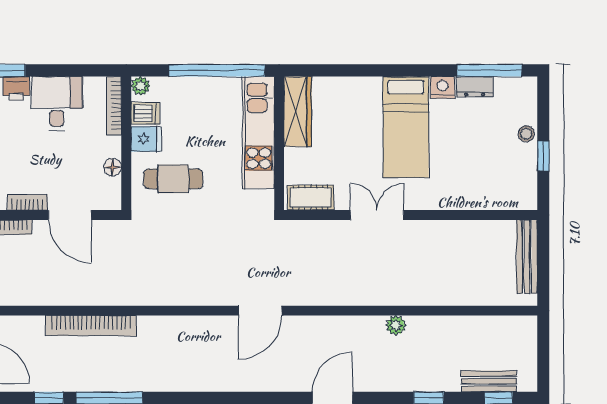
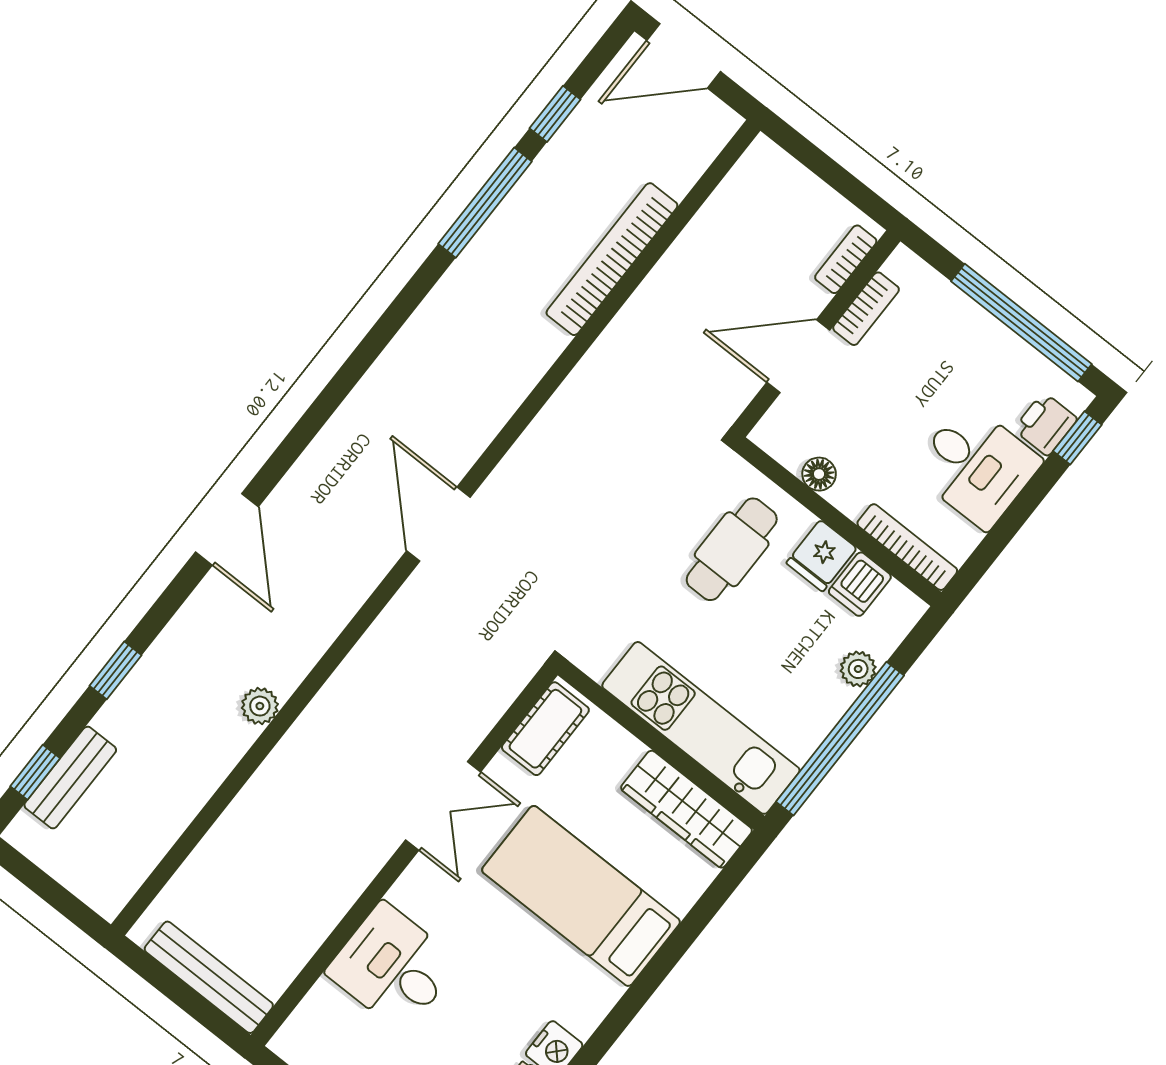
plant: (141, 86) -> (858, 669), moved
bed: (406, 127) -> (581, 896), moved
desk: (462, 182) -> (393, 967), added

